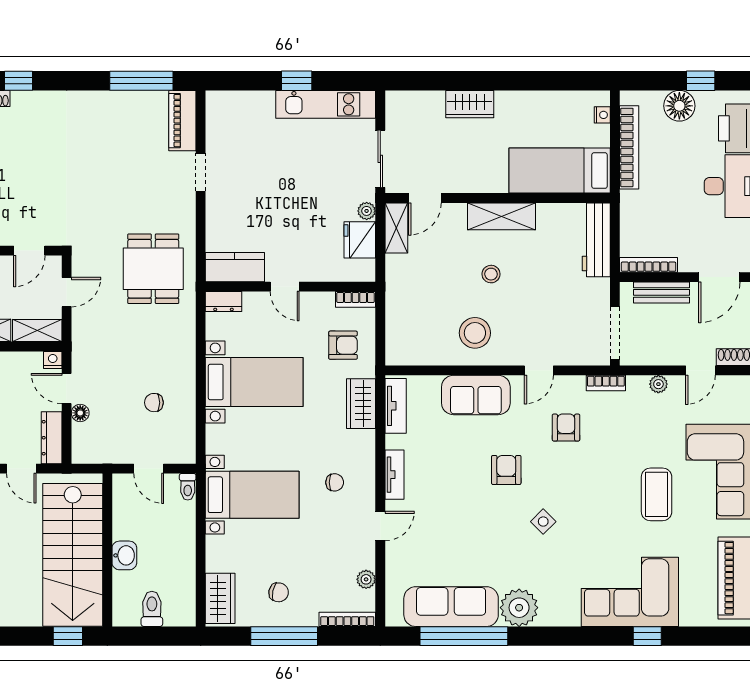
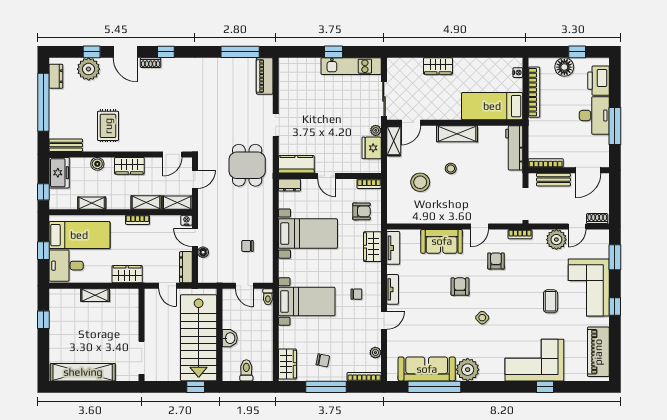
doorway: (201, 172) -> (276, 125), moved
stool: (475, 333) -> (420, 182), moved
plant: (658, 384) -> (556, 240), width x1.88, depth x1.88
coffee table: (657, 494) -> (551, 301), width x0.73, depth x0.77

